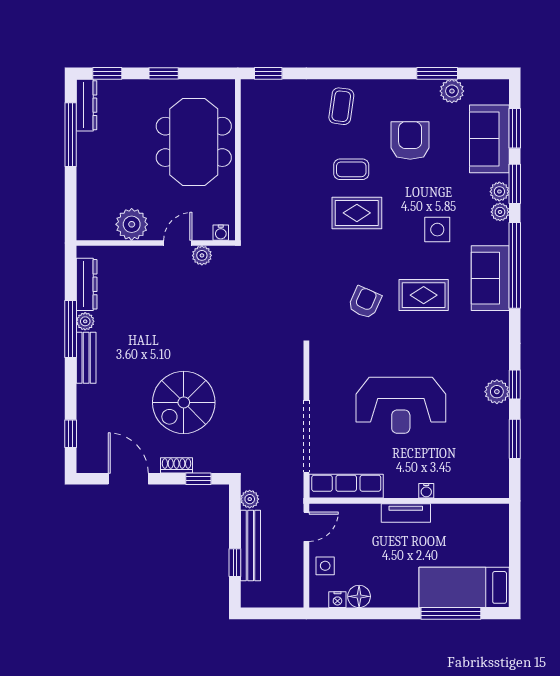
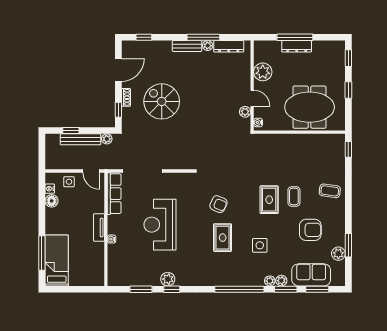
dresser: (87, 105) -> (297, 46), moved
window: (71, 135) -> (295, 37), moved
sofa: (490, 278) -> (232, 275), removed

